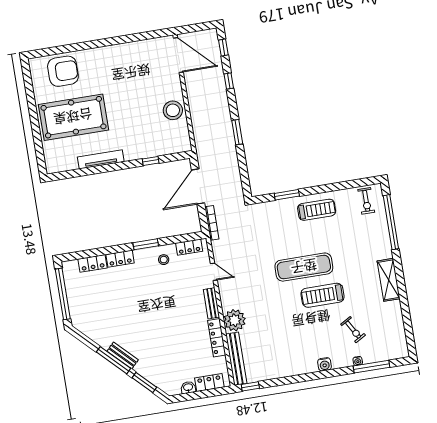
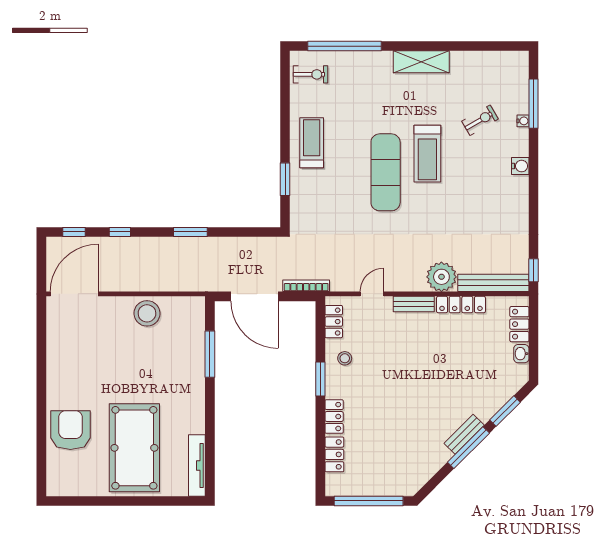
armchair: (63, 71) -> (70, 430), moved
tv unit: (101, 159) -> (197, 465), moved
window: (151, 161) -> (210, 354), width x2.17

